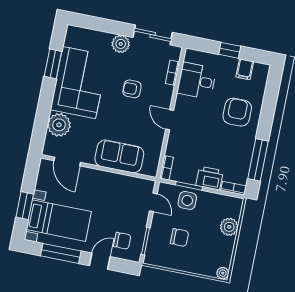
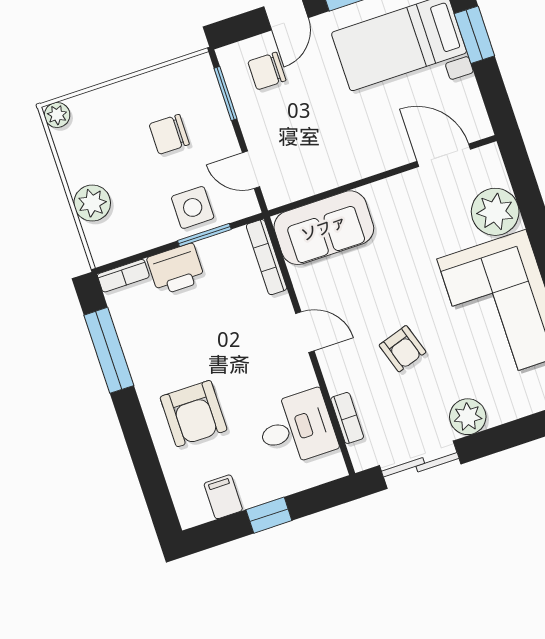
armchair: (132, 89) -> (403, 349), turned 72
sofa: (119, 156) -> (324, 228), moved
bookcase: (167, 168) -> (267, 257), width x1.56

